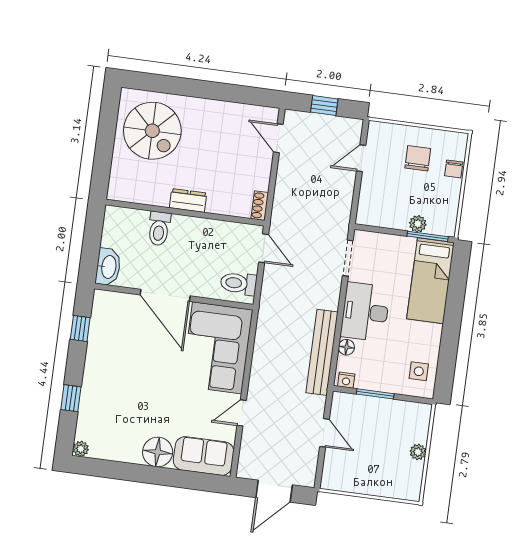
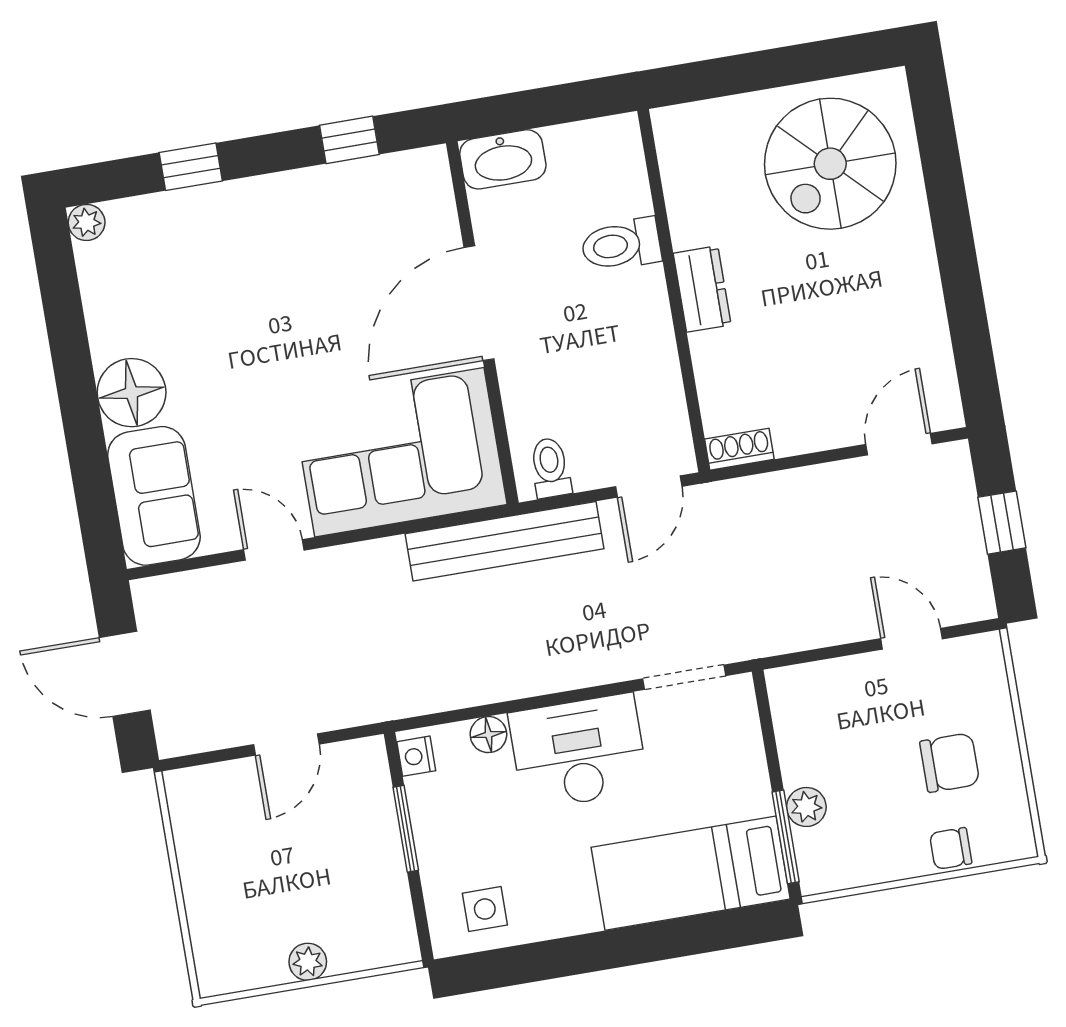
toilet: (239, 283) -> (550, 468), width x0.73, depth x0.72
bench: (322, 352) -> (504, 541), moved

